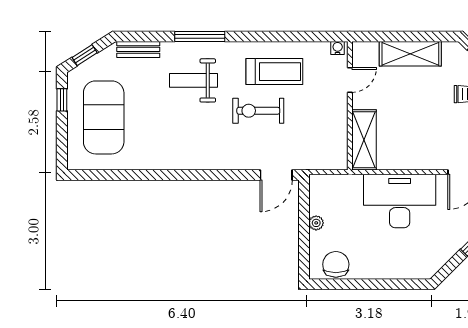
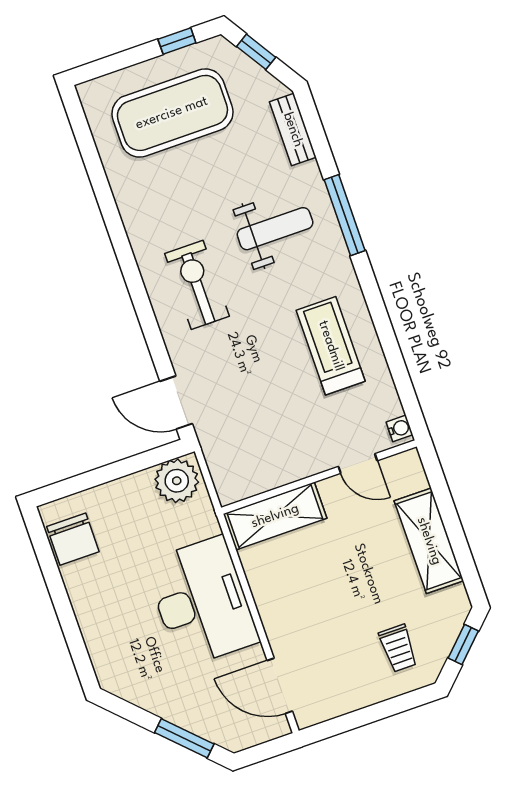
treadmill: (274, 72) -> (331, 346), turned 180
weight bench: (193, 80) -> (275, 229), turned 90
exercise bike: (258, 111) -> (197, 285), moved
plant: (316, 223) -> (177, 481), moved, width x1.87, depth x1.87
chair: (336, 264) -> (73, 539), turned 90

